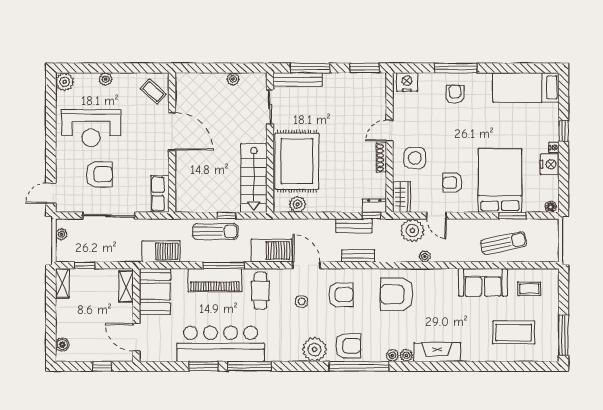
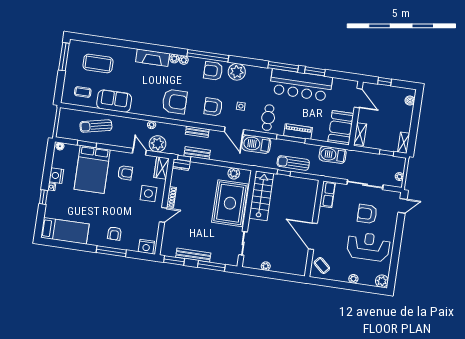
bench: (298, 80) -> (193, 255), moved
piano: (215, 280) -> (298, 132), width x0.73, depth x0.75

